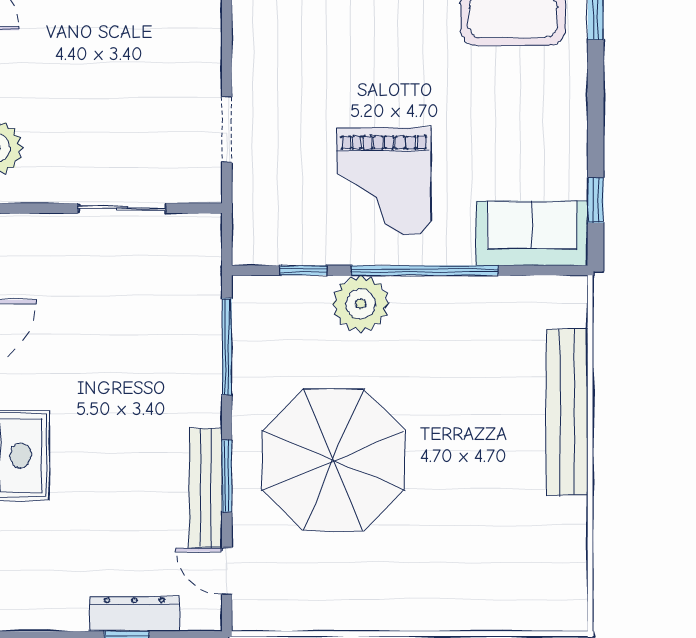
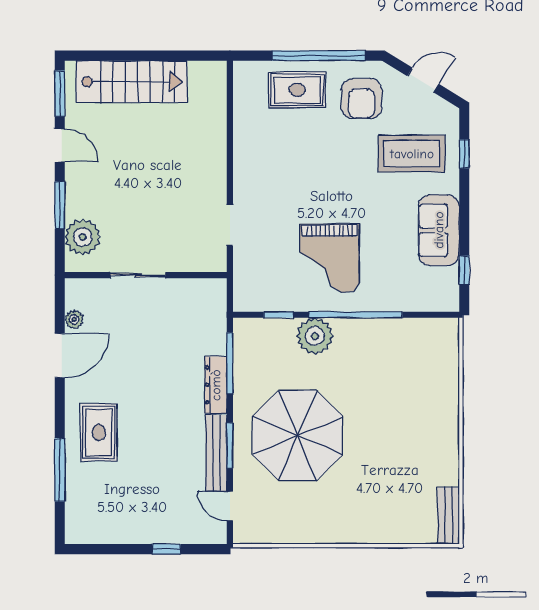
sliding door: (122, 208) -> (138, 275), moved
sofa: (532, 233) -> (439, 230), moved, turned -90
bench: (567, 412) -> (448, 516), moved, width x0.54, depth x0.82
dresser: (134, 614) -> (216, 385), moved, turned -90

